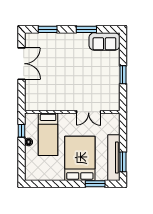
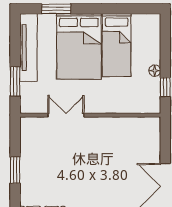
bed: (48, 134) -> (117, 45), moved, turned 180
window: (123, 162) -> (15, 81), moved

